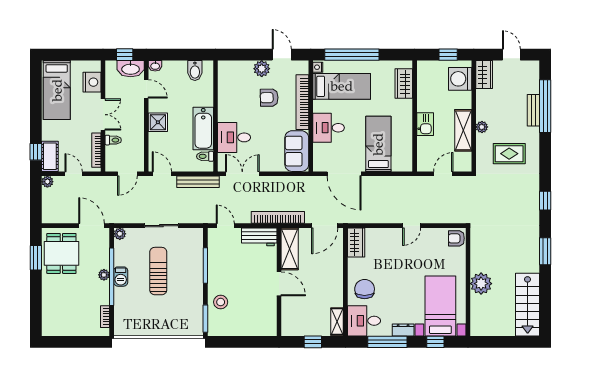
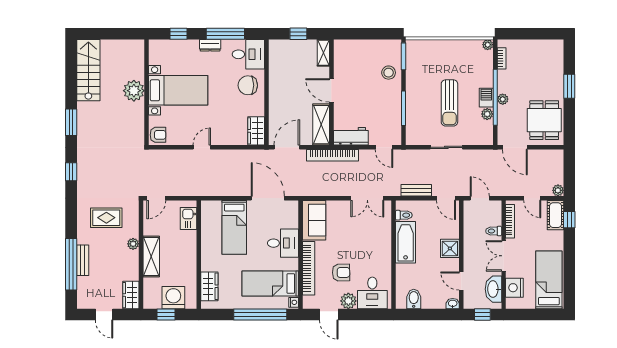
washbasin: (131, 69) -> (493, 289), moved, turned -90
washing machine: (460, 79) -> (173, 298), moved, turned -90
kitchen sink: (425, 124) -> (189, 218), moved
shelving: (463, 130) -> (151, 256), moved
desk: (234, 137) -> (372, 293), moved, turned 90
door: (127, 174) -> (480, 198), hinge flipped
door: (443, 174) -> (156, 198), moved
bench: (198, 182) -> (416, 190), width x0.73
plant: (120, 234) -> (487, 114), moved
window: (36, 258) -> (569, 86), moved
chair: (365, 289) -> (248, 85), turned 90
bed with nightstands: (440, 306) -> (178, 90), moved, turned -90
shelving: (337, 322) -> (323, 53), moved
plant: (119, 331) -> (488, 45), added

